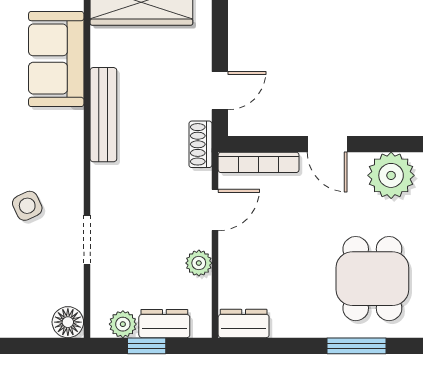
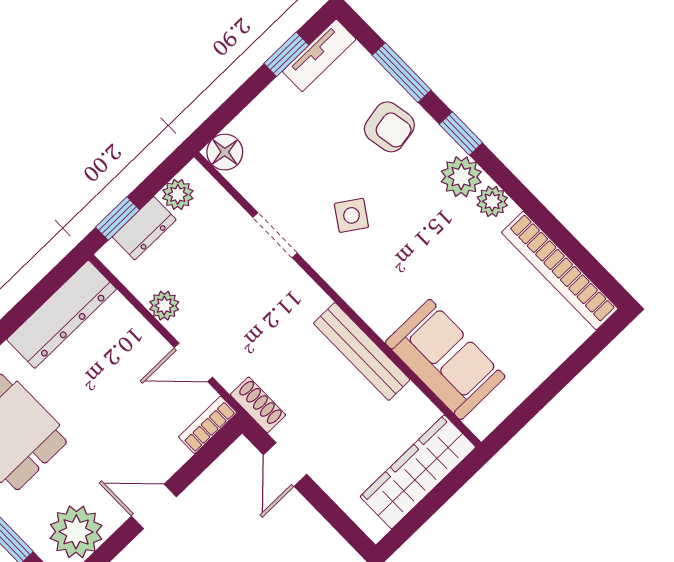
bookcase: (259, 162) -> (208, 425), width x0.64
side table: (27, 206) -> (351, 215), turned -31
door: (215, 210) -> (193, 362), hinge flipped
dresser: (244, 323) -> (62, 314), width x1.96, depth x1.24
window: (147, 346) -> (118, 218), moved

